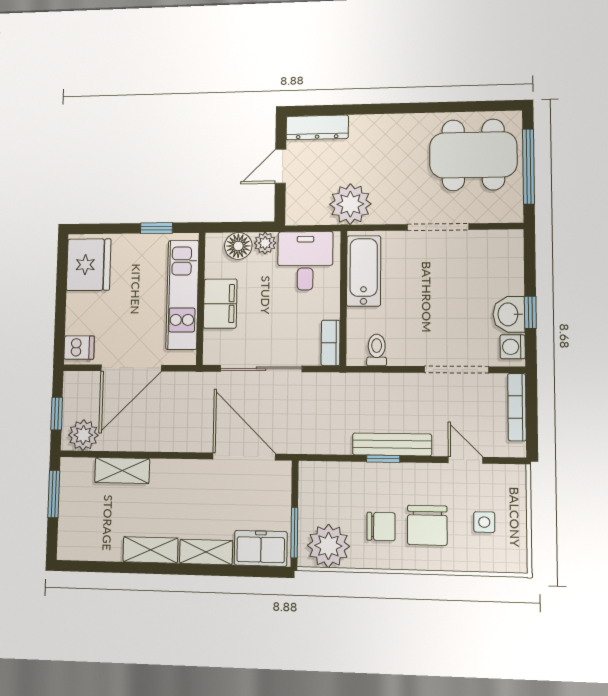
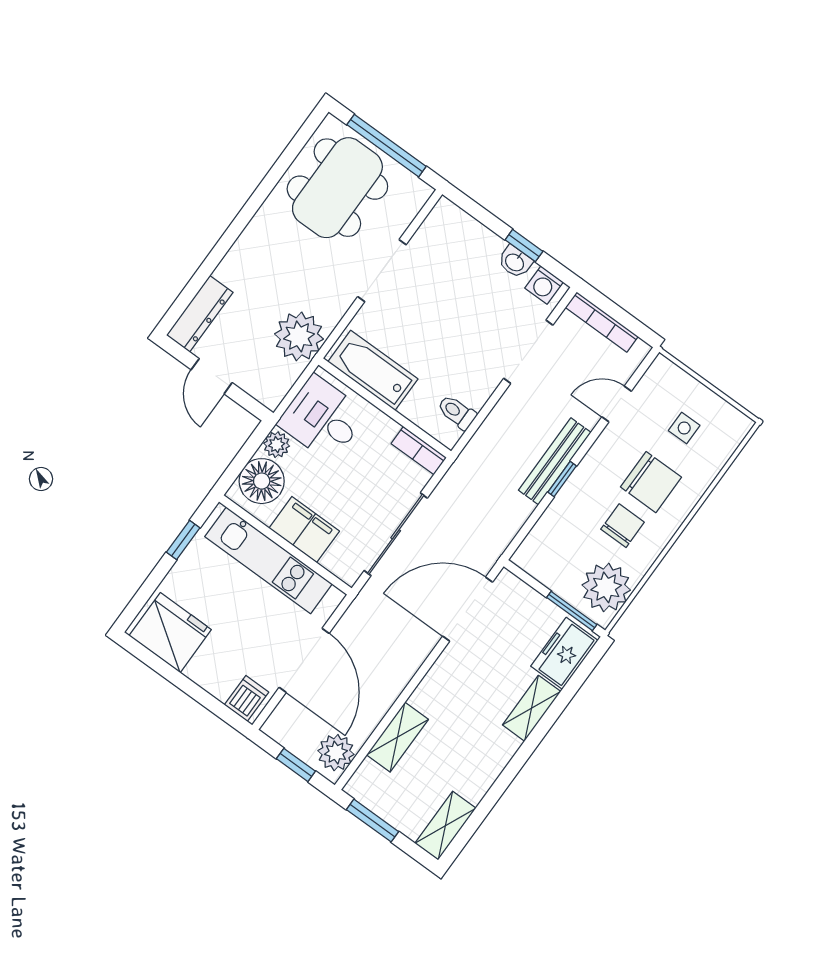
floor lamp: (238, 246) -> (262, 481), width x1.38, depth x1.38
washbasin: (509, 314) -> (515, 262), width x0.72, depth x0.69
shelving: (150, 550) -> (445, 826), moved

